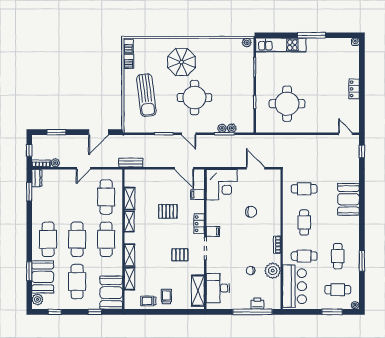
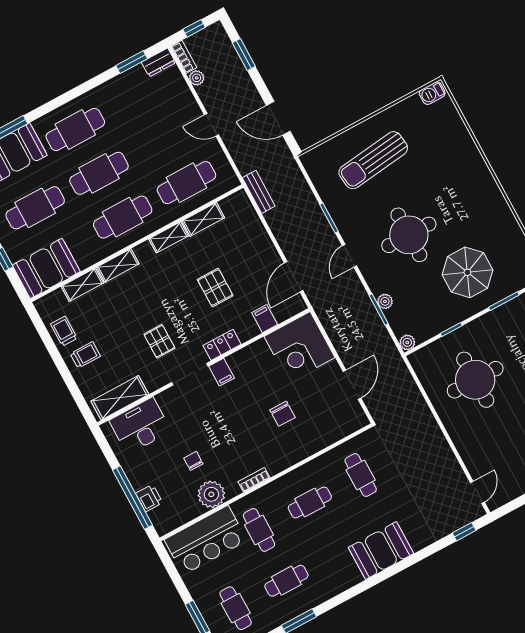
barbecue: (129, 61) -> (410, 106), removed
parasol: (181, 62) -> (467, 272), moved
plant: (232, 128) -> (407, 342), moved

